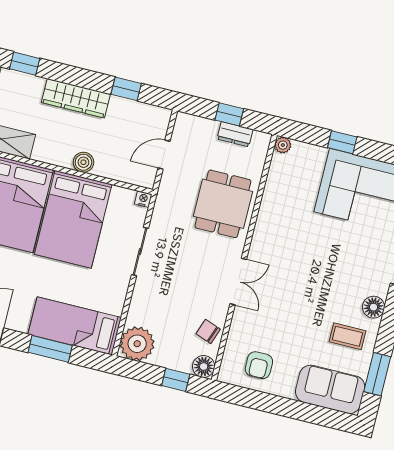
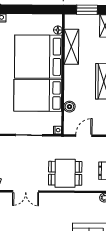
door: (164, 155) -> (84, 136), hinge flipped
boiler: (83, 162) -> (69, 107), moved

